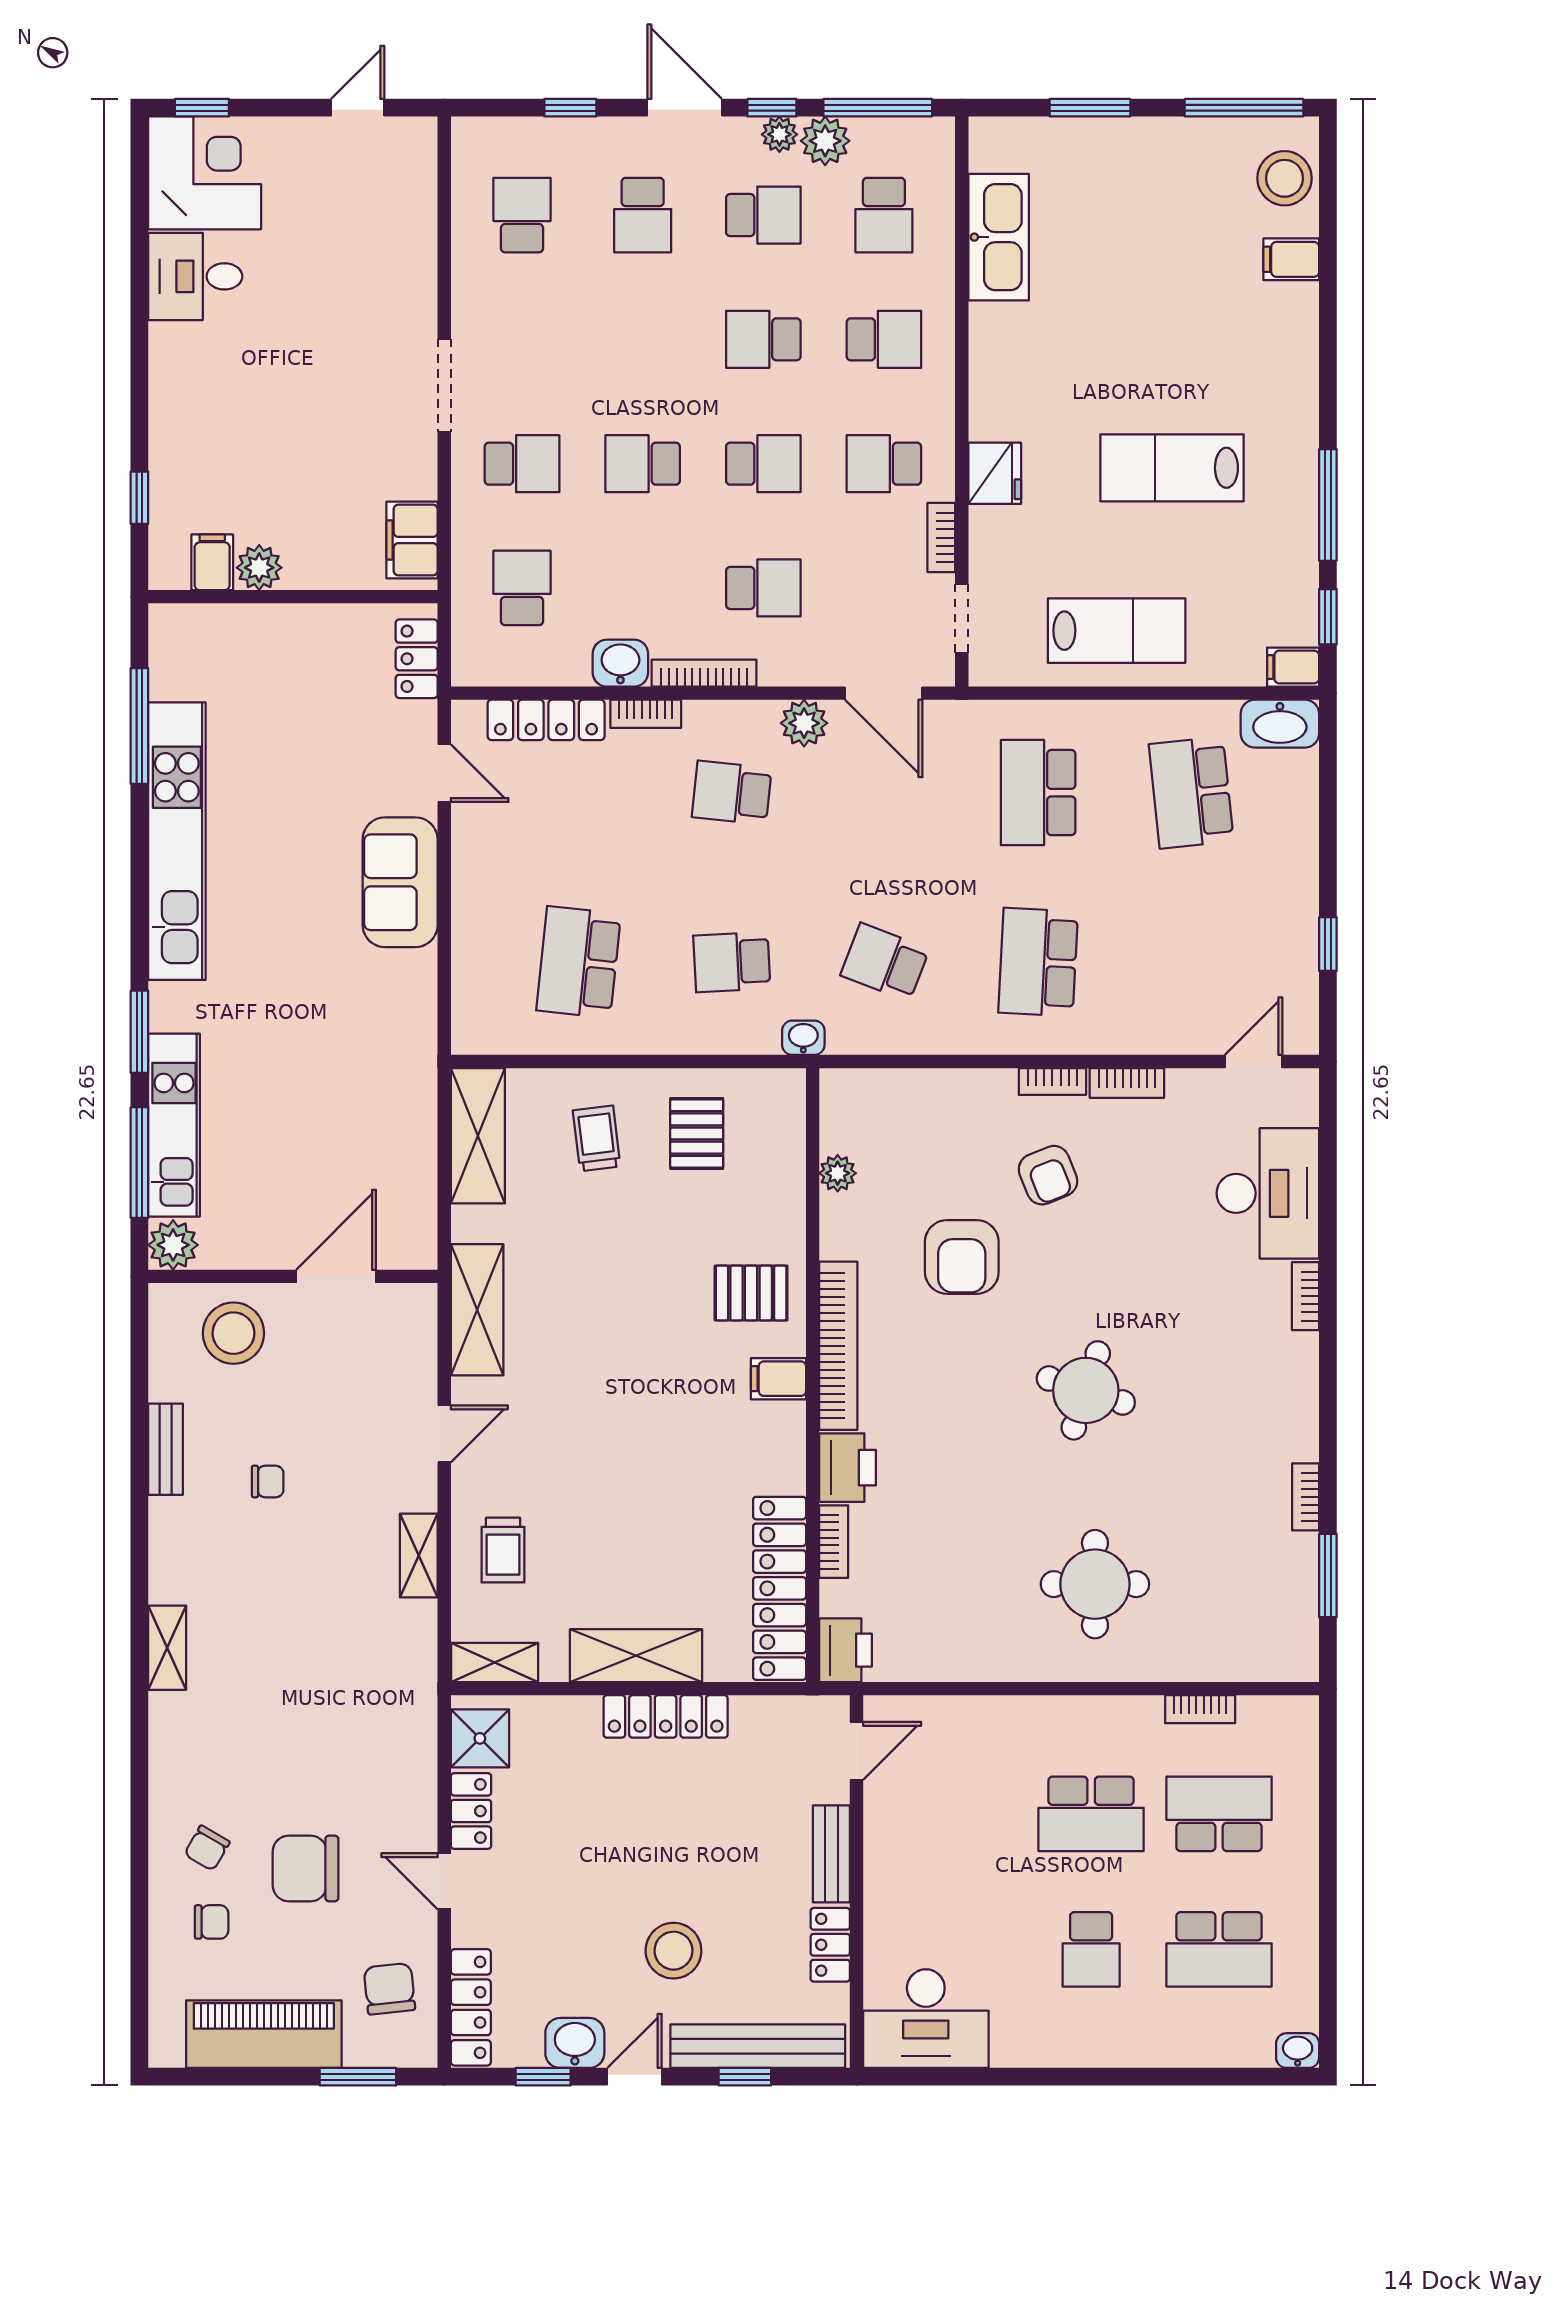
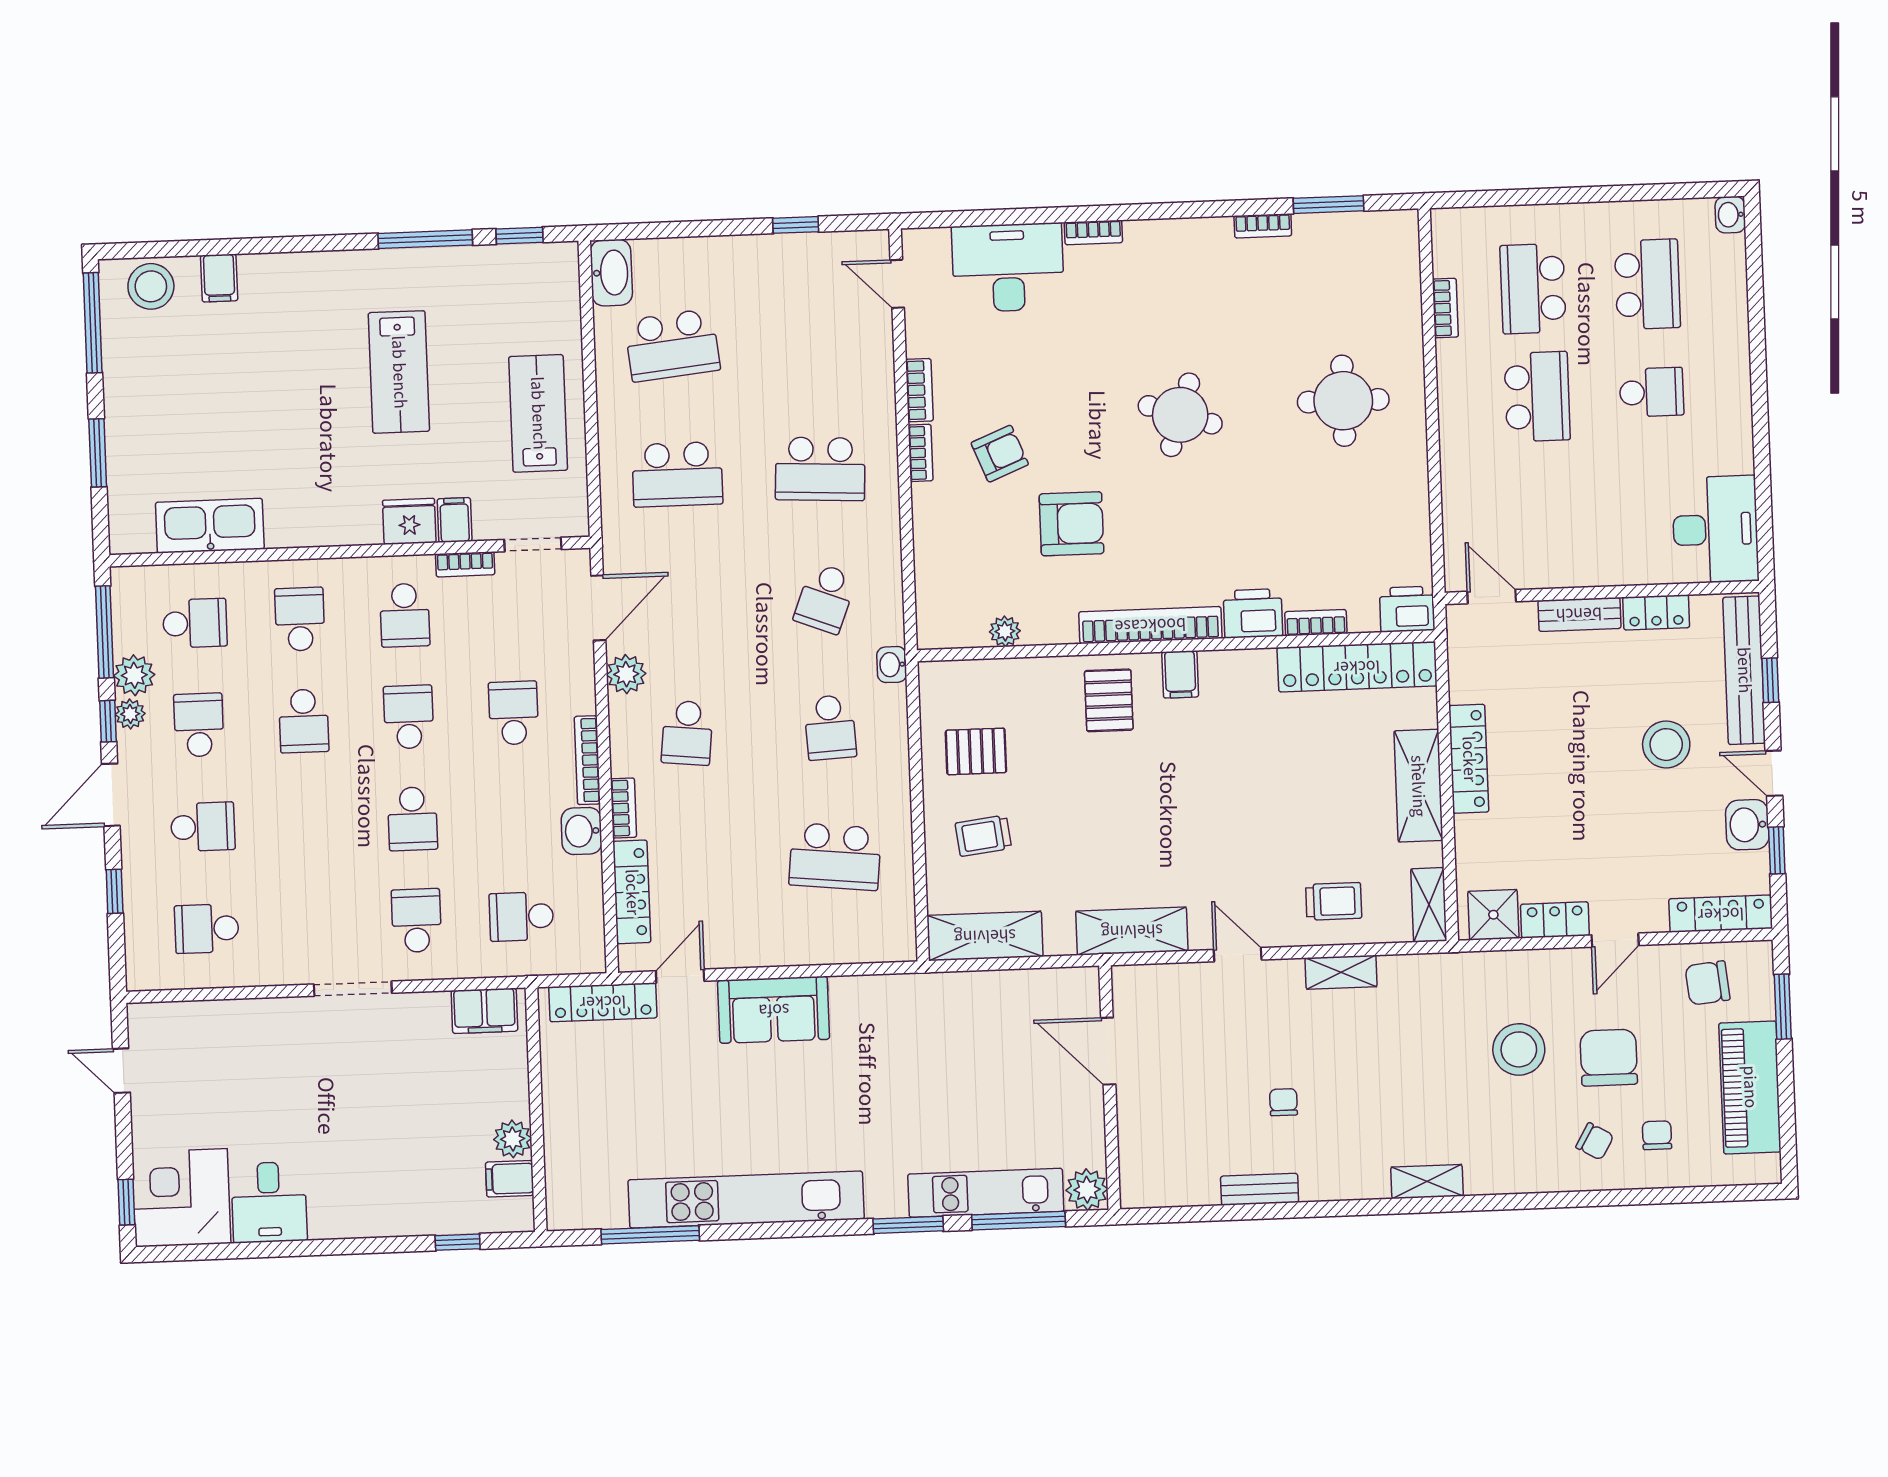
locker: (417, 659) -> (603, 1002), width x1.53
filing cabinet: (1293, 667) -> (455, 520), moved, turned 180
stool: (233, 1333) -> (1519, 1049), moved
chair: (306, 1868) -> (1609, 1058), turned 180

